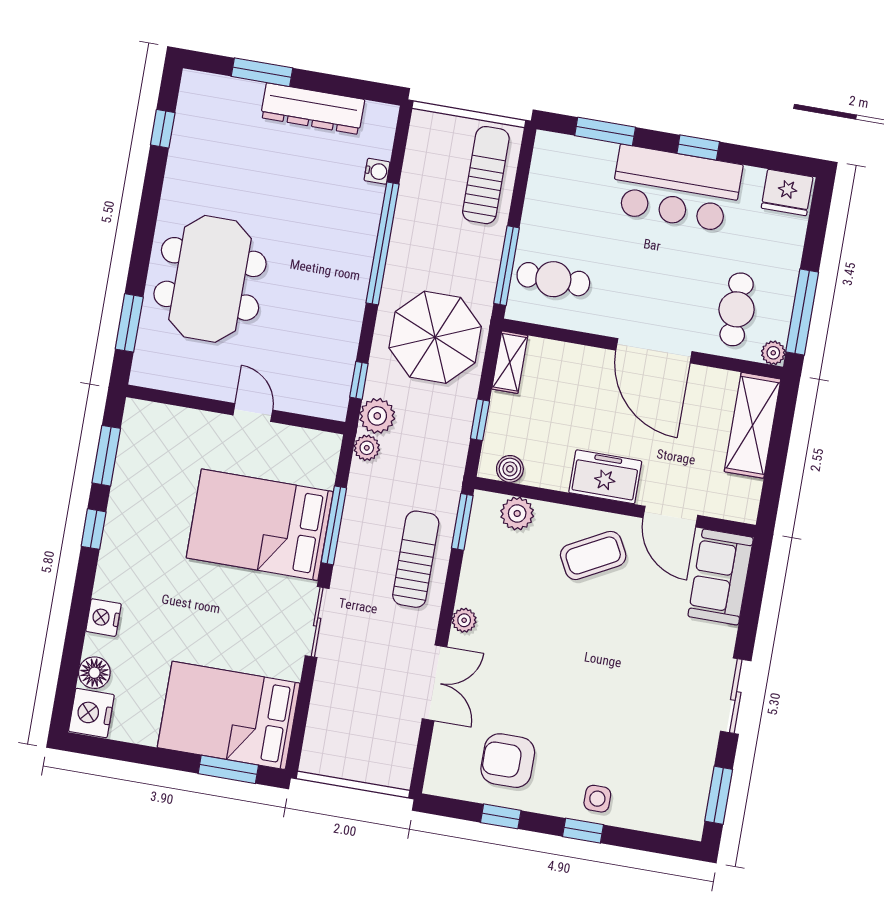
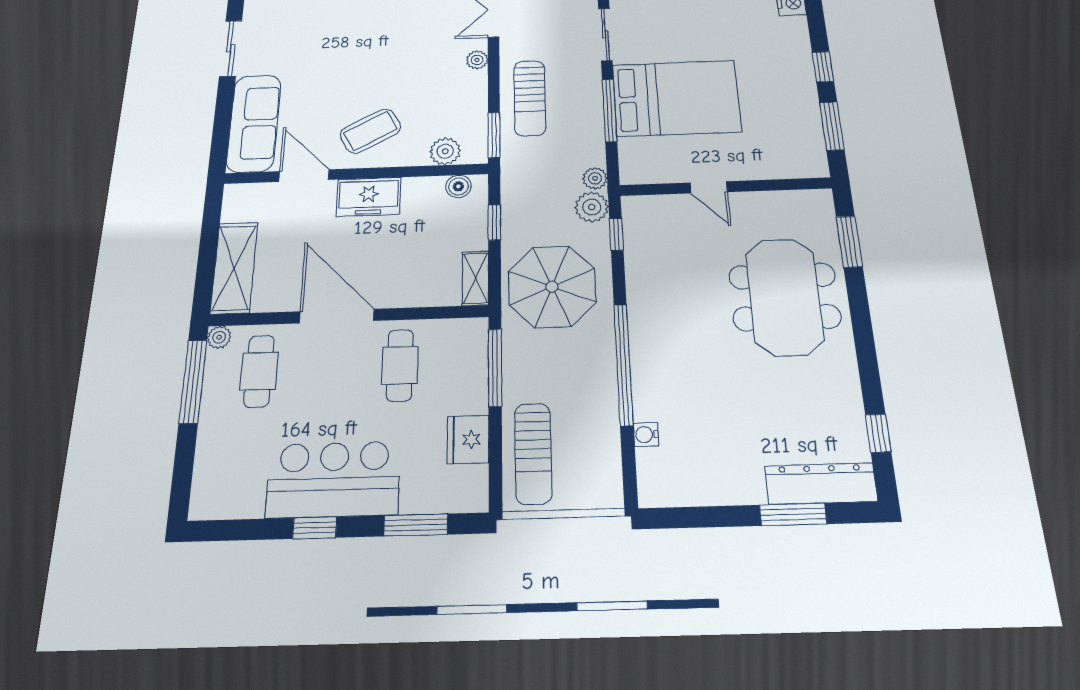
dresser: (313, 109) -> (821, 484), moved
fridge: (787, 193) -> (468, 439), moved, turned -90
cafe table: (553, 279) -> (400, 365), moved, turned 90
sofa: (721, 577) -> (254, 123), width x1.36

